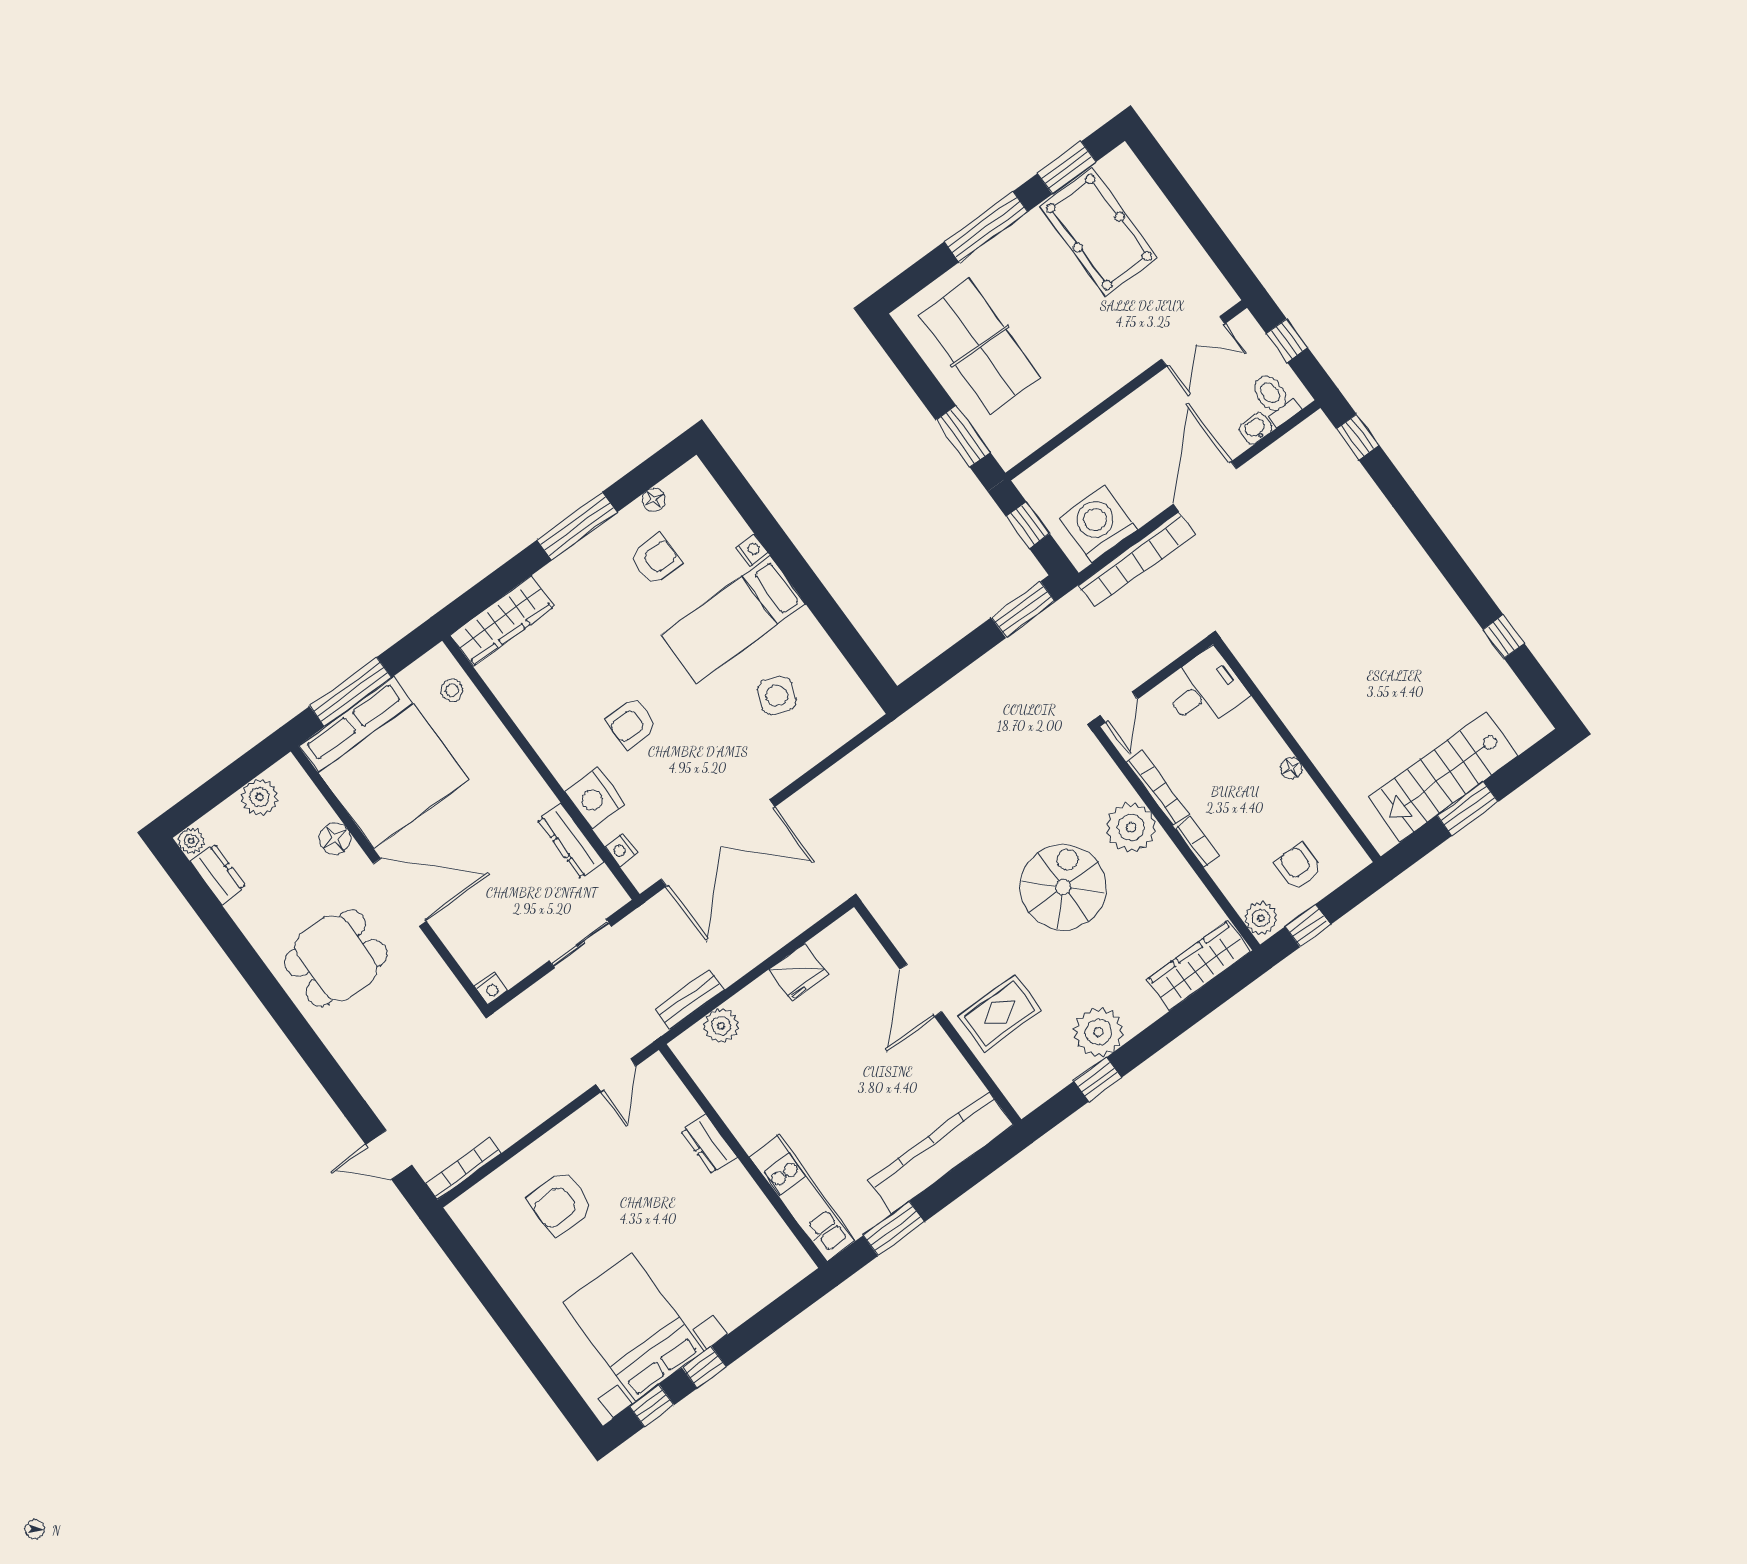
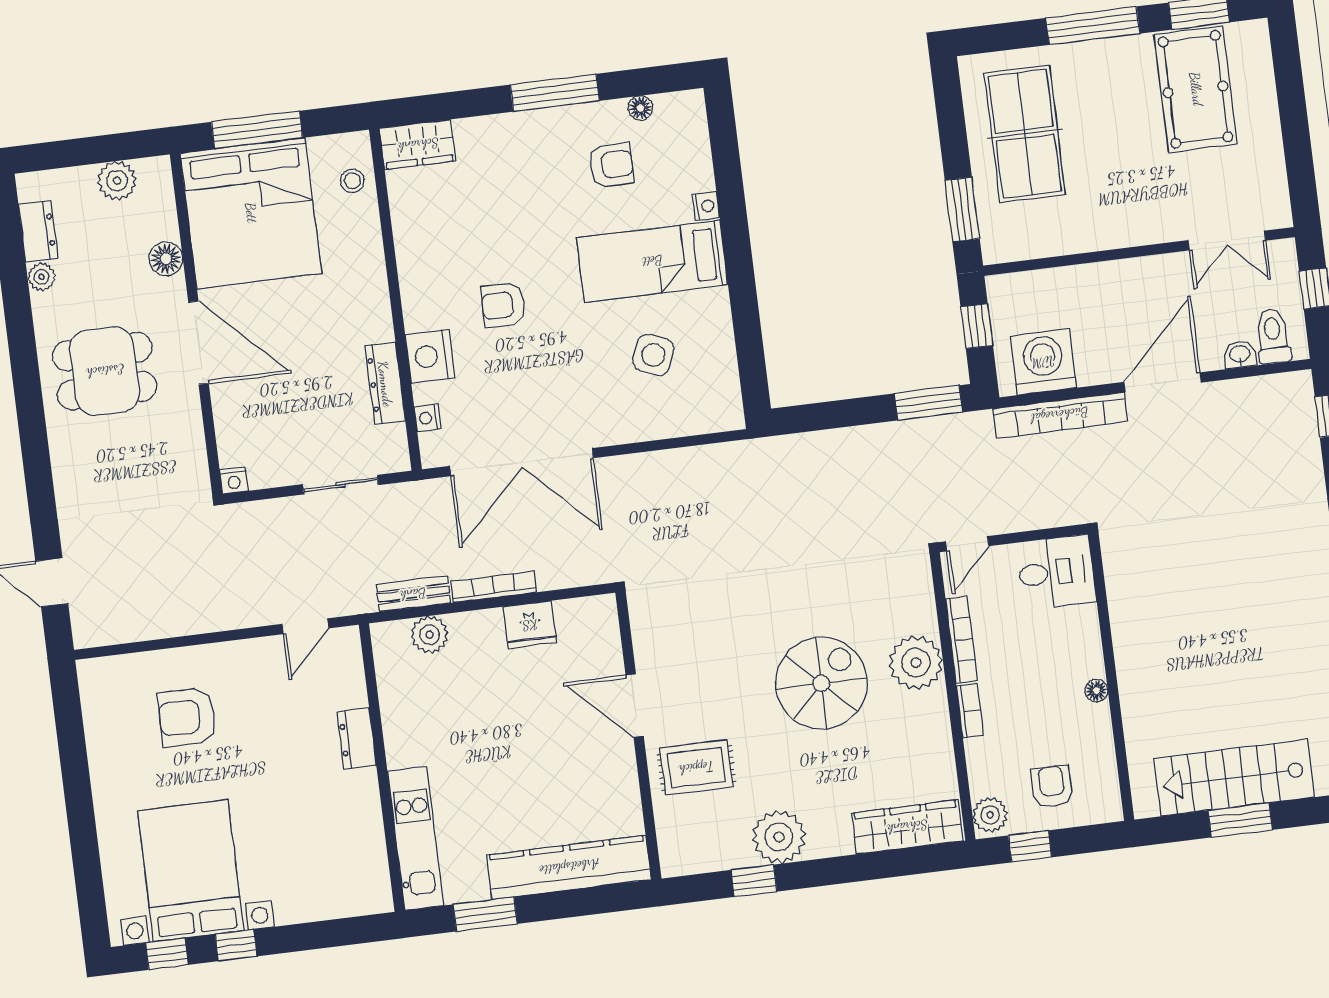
wardrobe: (502, 621) -> (418, 145), width x0.67
plant: (191, 841) -> (41, 277), moved
door: (921, 990) -> (635, 706), hinge flipped
bookcase: (463, 1169) -> (494, 587), moved

